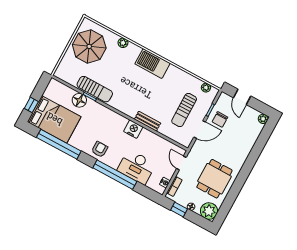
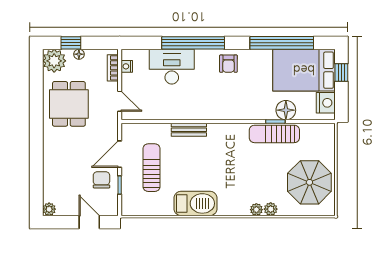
barbecue: (153, 64) -> (195, 203), moved
plant: (206, 88) -> (256, 210), moved
nightstand: (133, 129) -> (326, 103), moved, turned -90
window: (179, 210) -> (71, 43), moved

